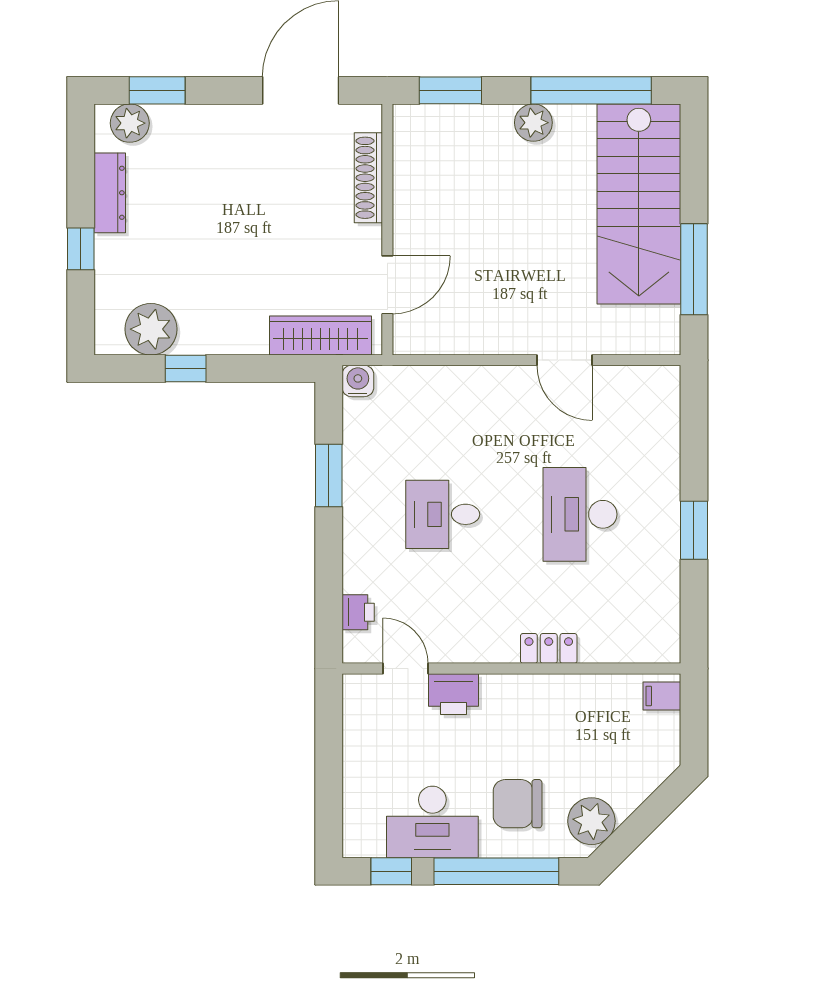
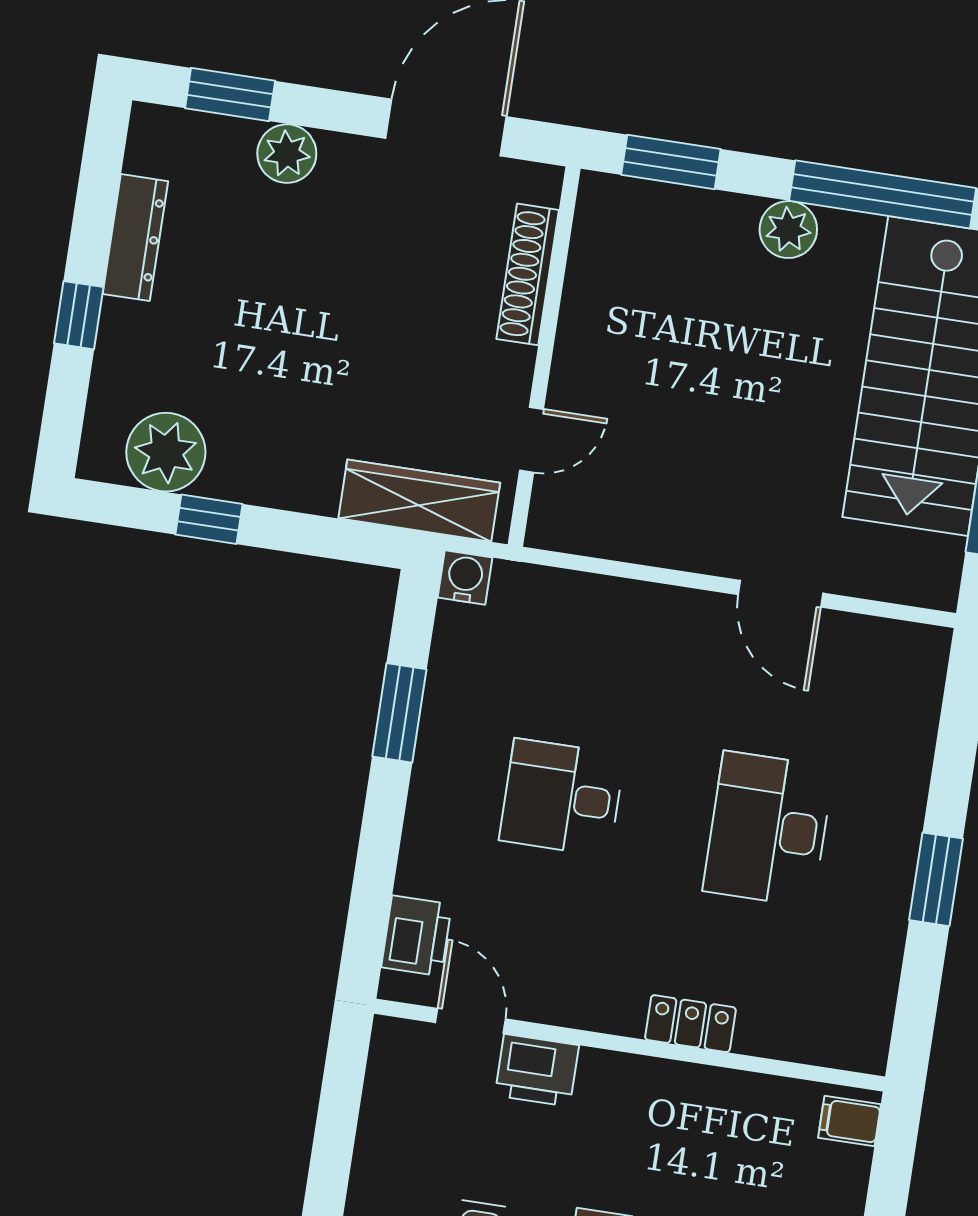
plant: (130, 123) -> (287, 154), moved
door: (387, 285) -> (531, 440), width x0.73
printer: (358, 612) -> (417, 936), width x1.36, depth x1.24

